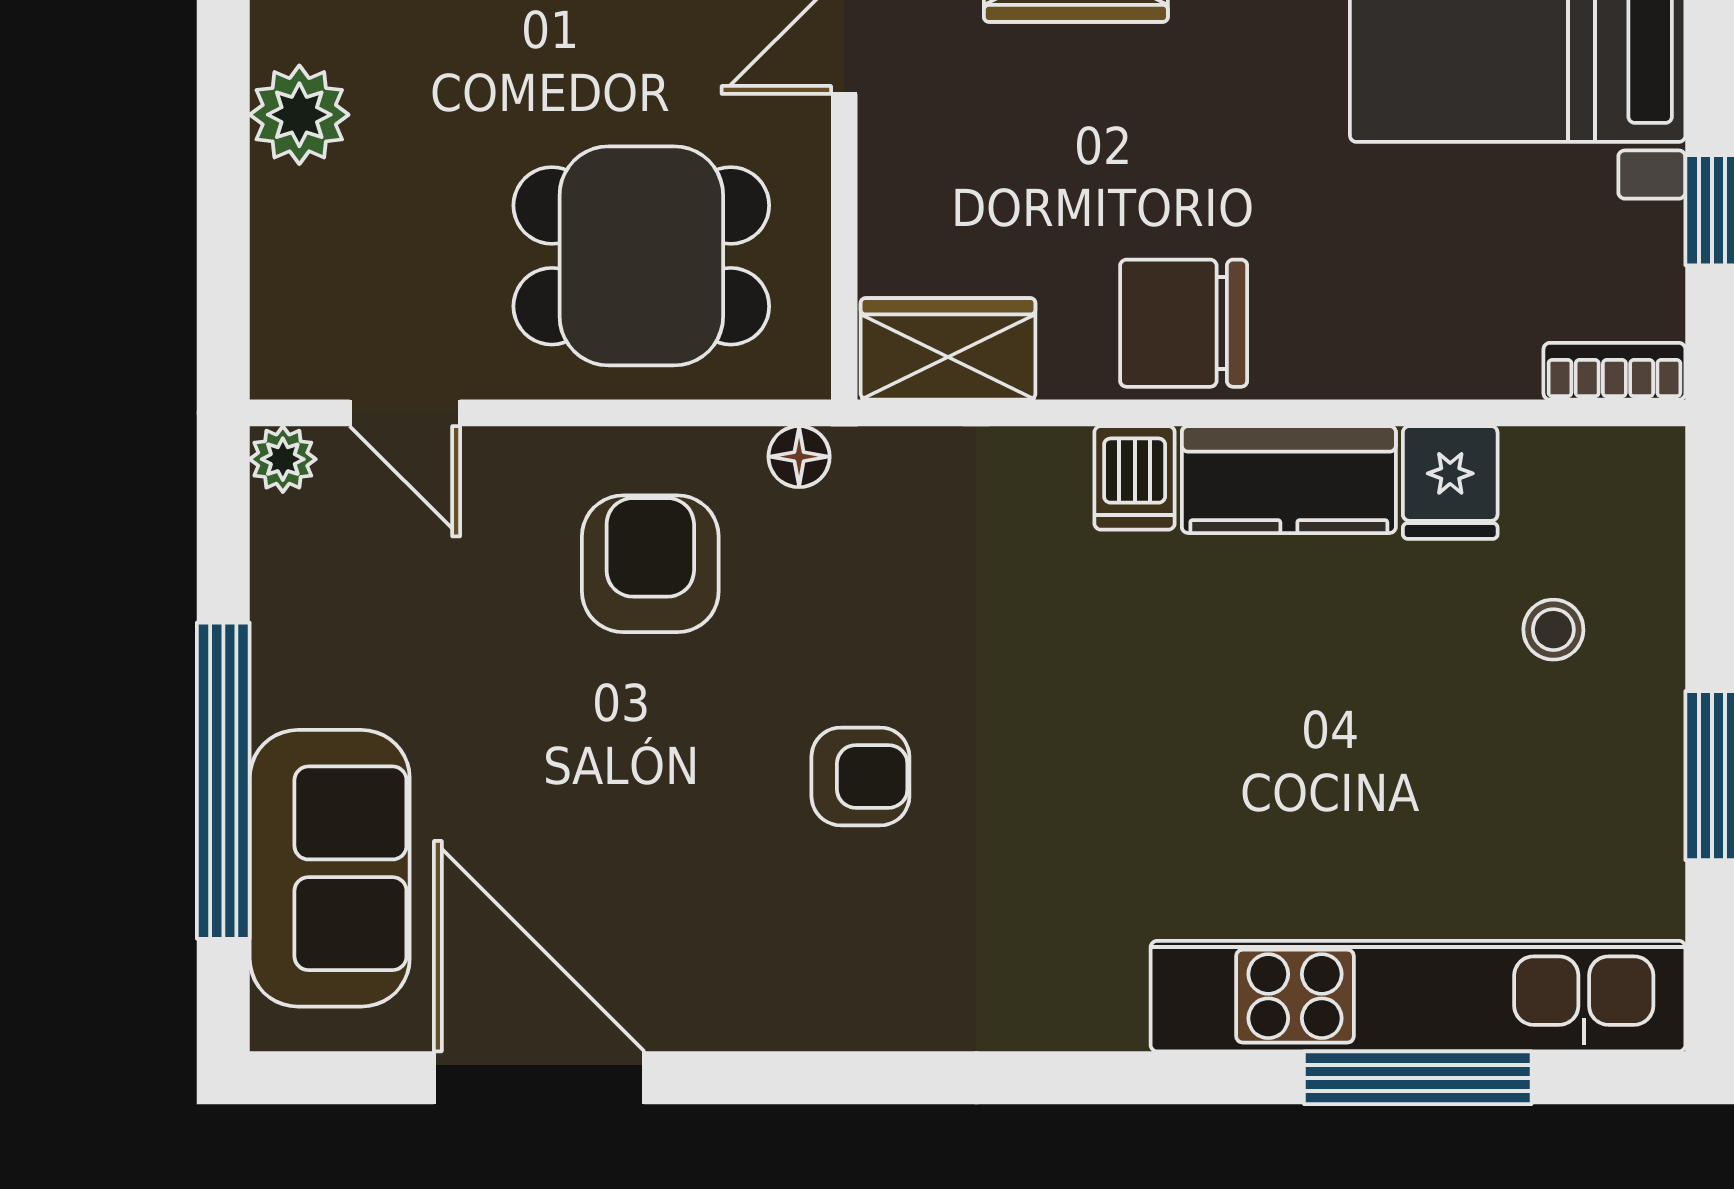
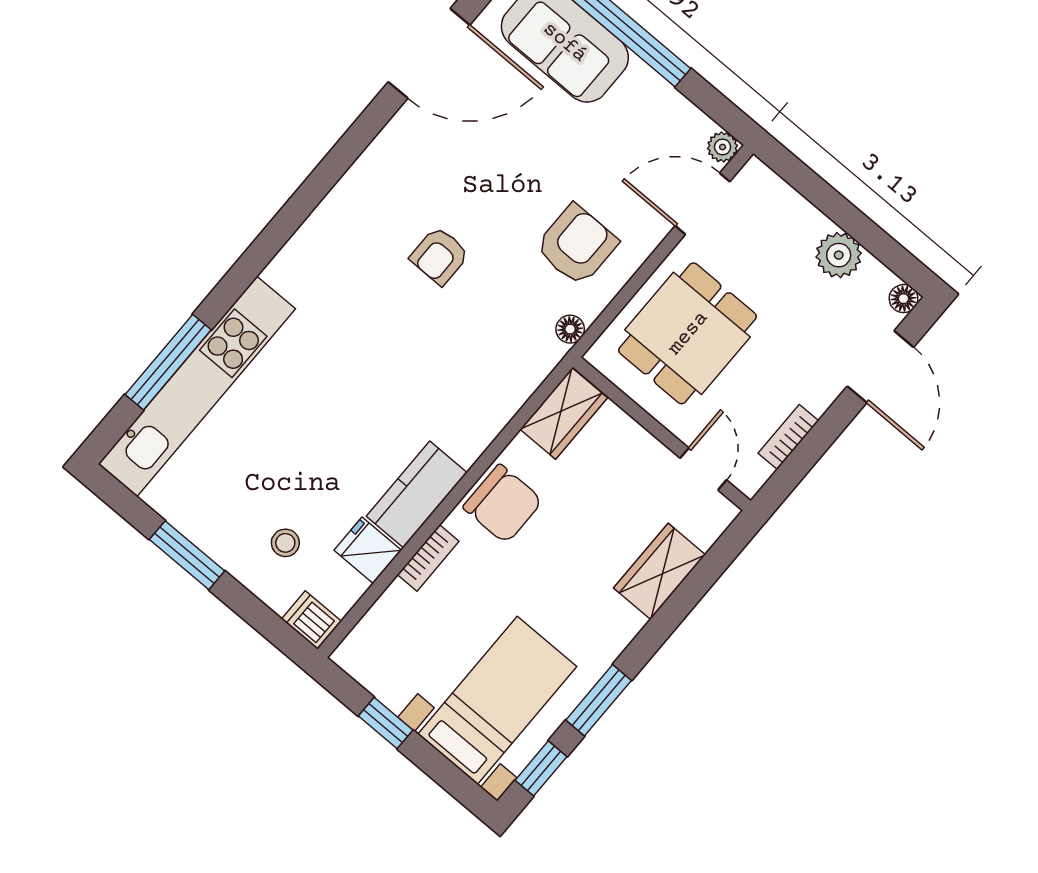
chair: (1184, 323) -> (503, 504), turned 90
bookcase: (1614, 371) -> (428, 558), moved
door: (405, 413) -> (703, 204), width x1.38
dishwasher: (1135, 478) -> (311, 620), moved
armchair: (650, 564) -> (577, 245), turned -90

